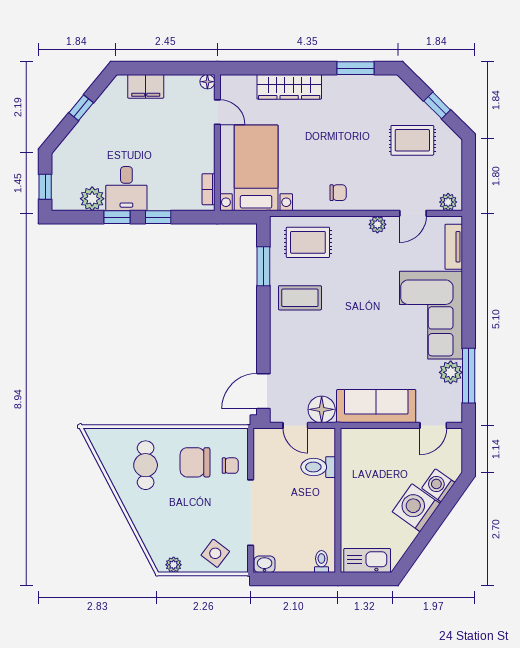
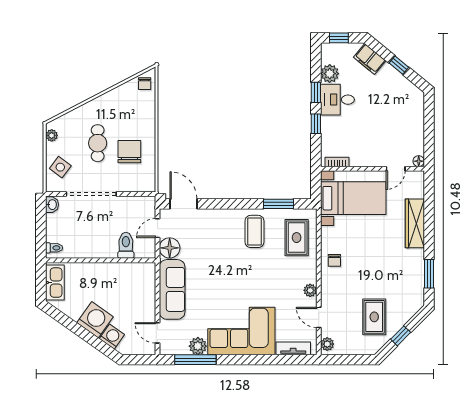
filing cabinet: (146, 86) -> (370, 59), moved, turned -51
cafe table: (146, 465) -> (98, 143), moved, turned 90
chair: (230, 466) -> (145, 84), moved

